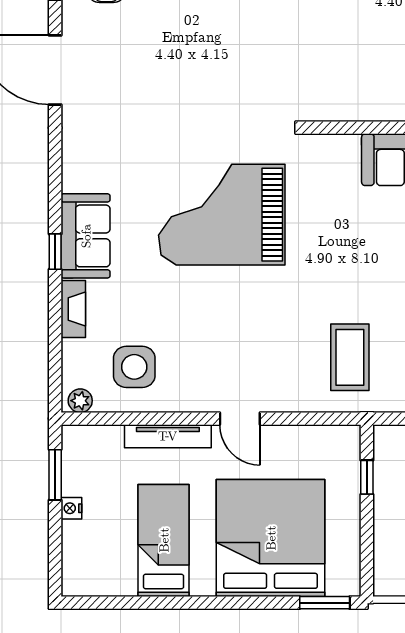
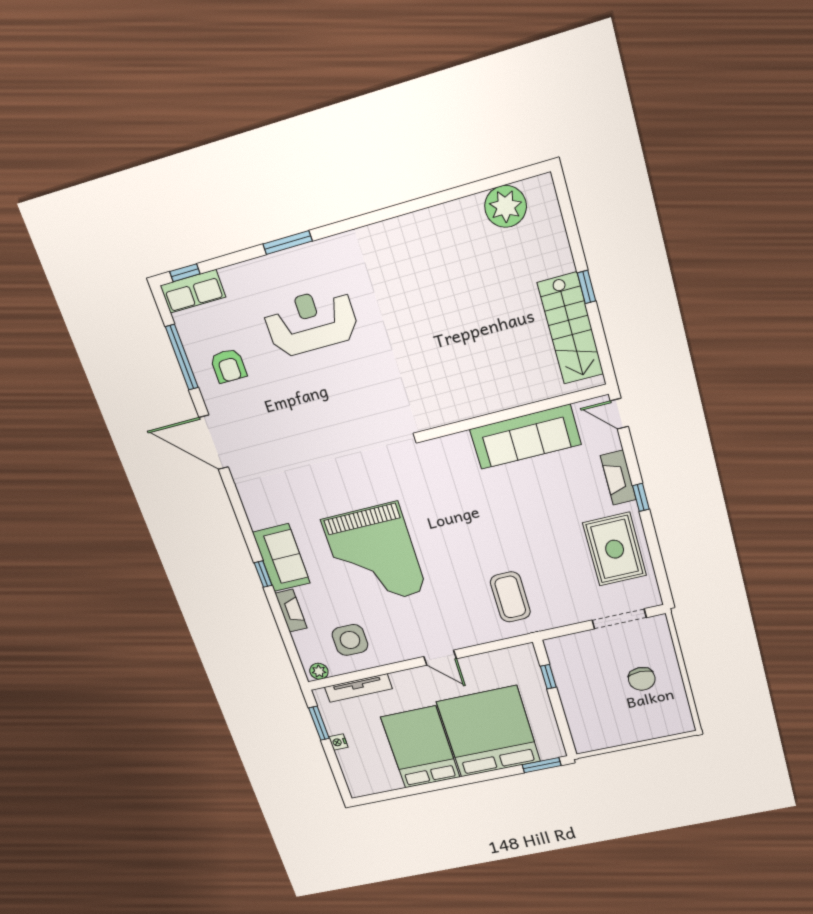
grand piano: (222, 215) -> (374, 556), moved, turned -90
tv unit: (168, 436) -> (358, 688), moved
bed: (164, 540) -> (420, 747), width x1.50

